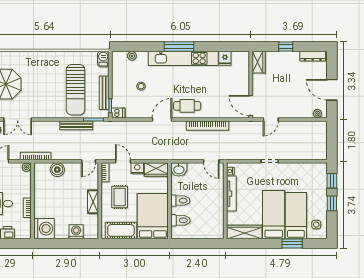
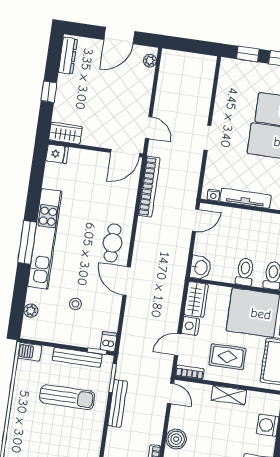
fridge: (225, 58) -> (57, 154), moved
sun lounger: (76, 90) -> (67, 397), width x0.73, depth x0.75
bookcase: (208, 126) -> (149, 187), moved

